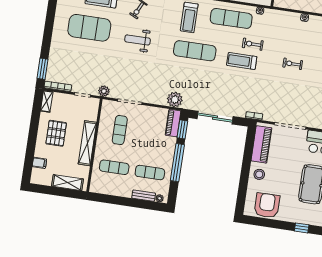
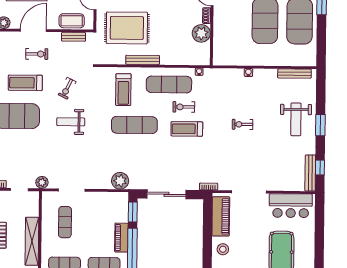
exercise bike: (253, 44) -> (184, 107), moved
piano: (173, 123) -> (121, 238), moved

